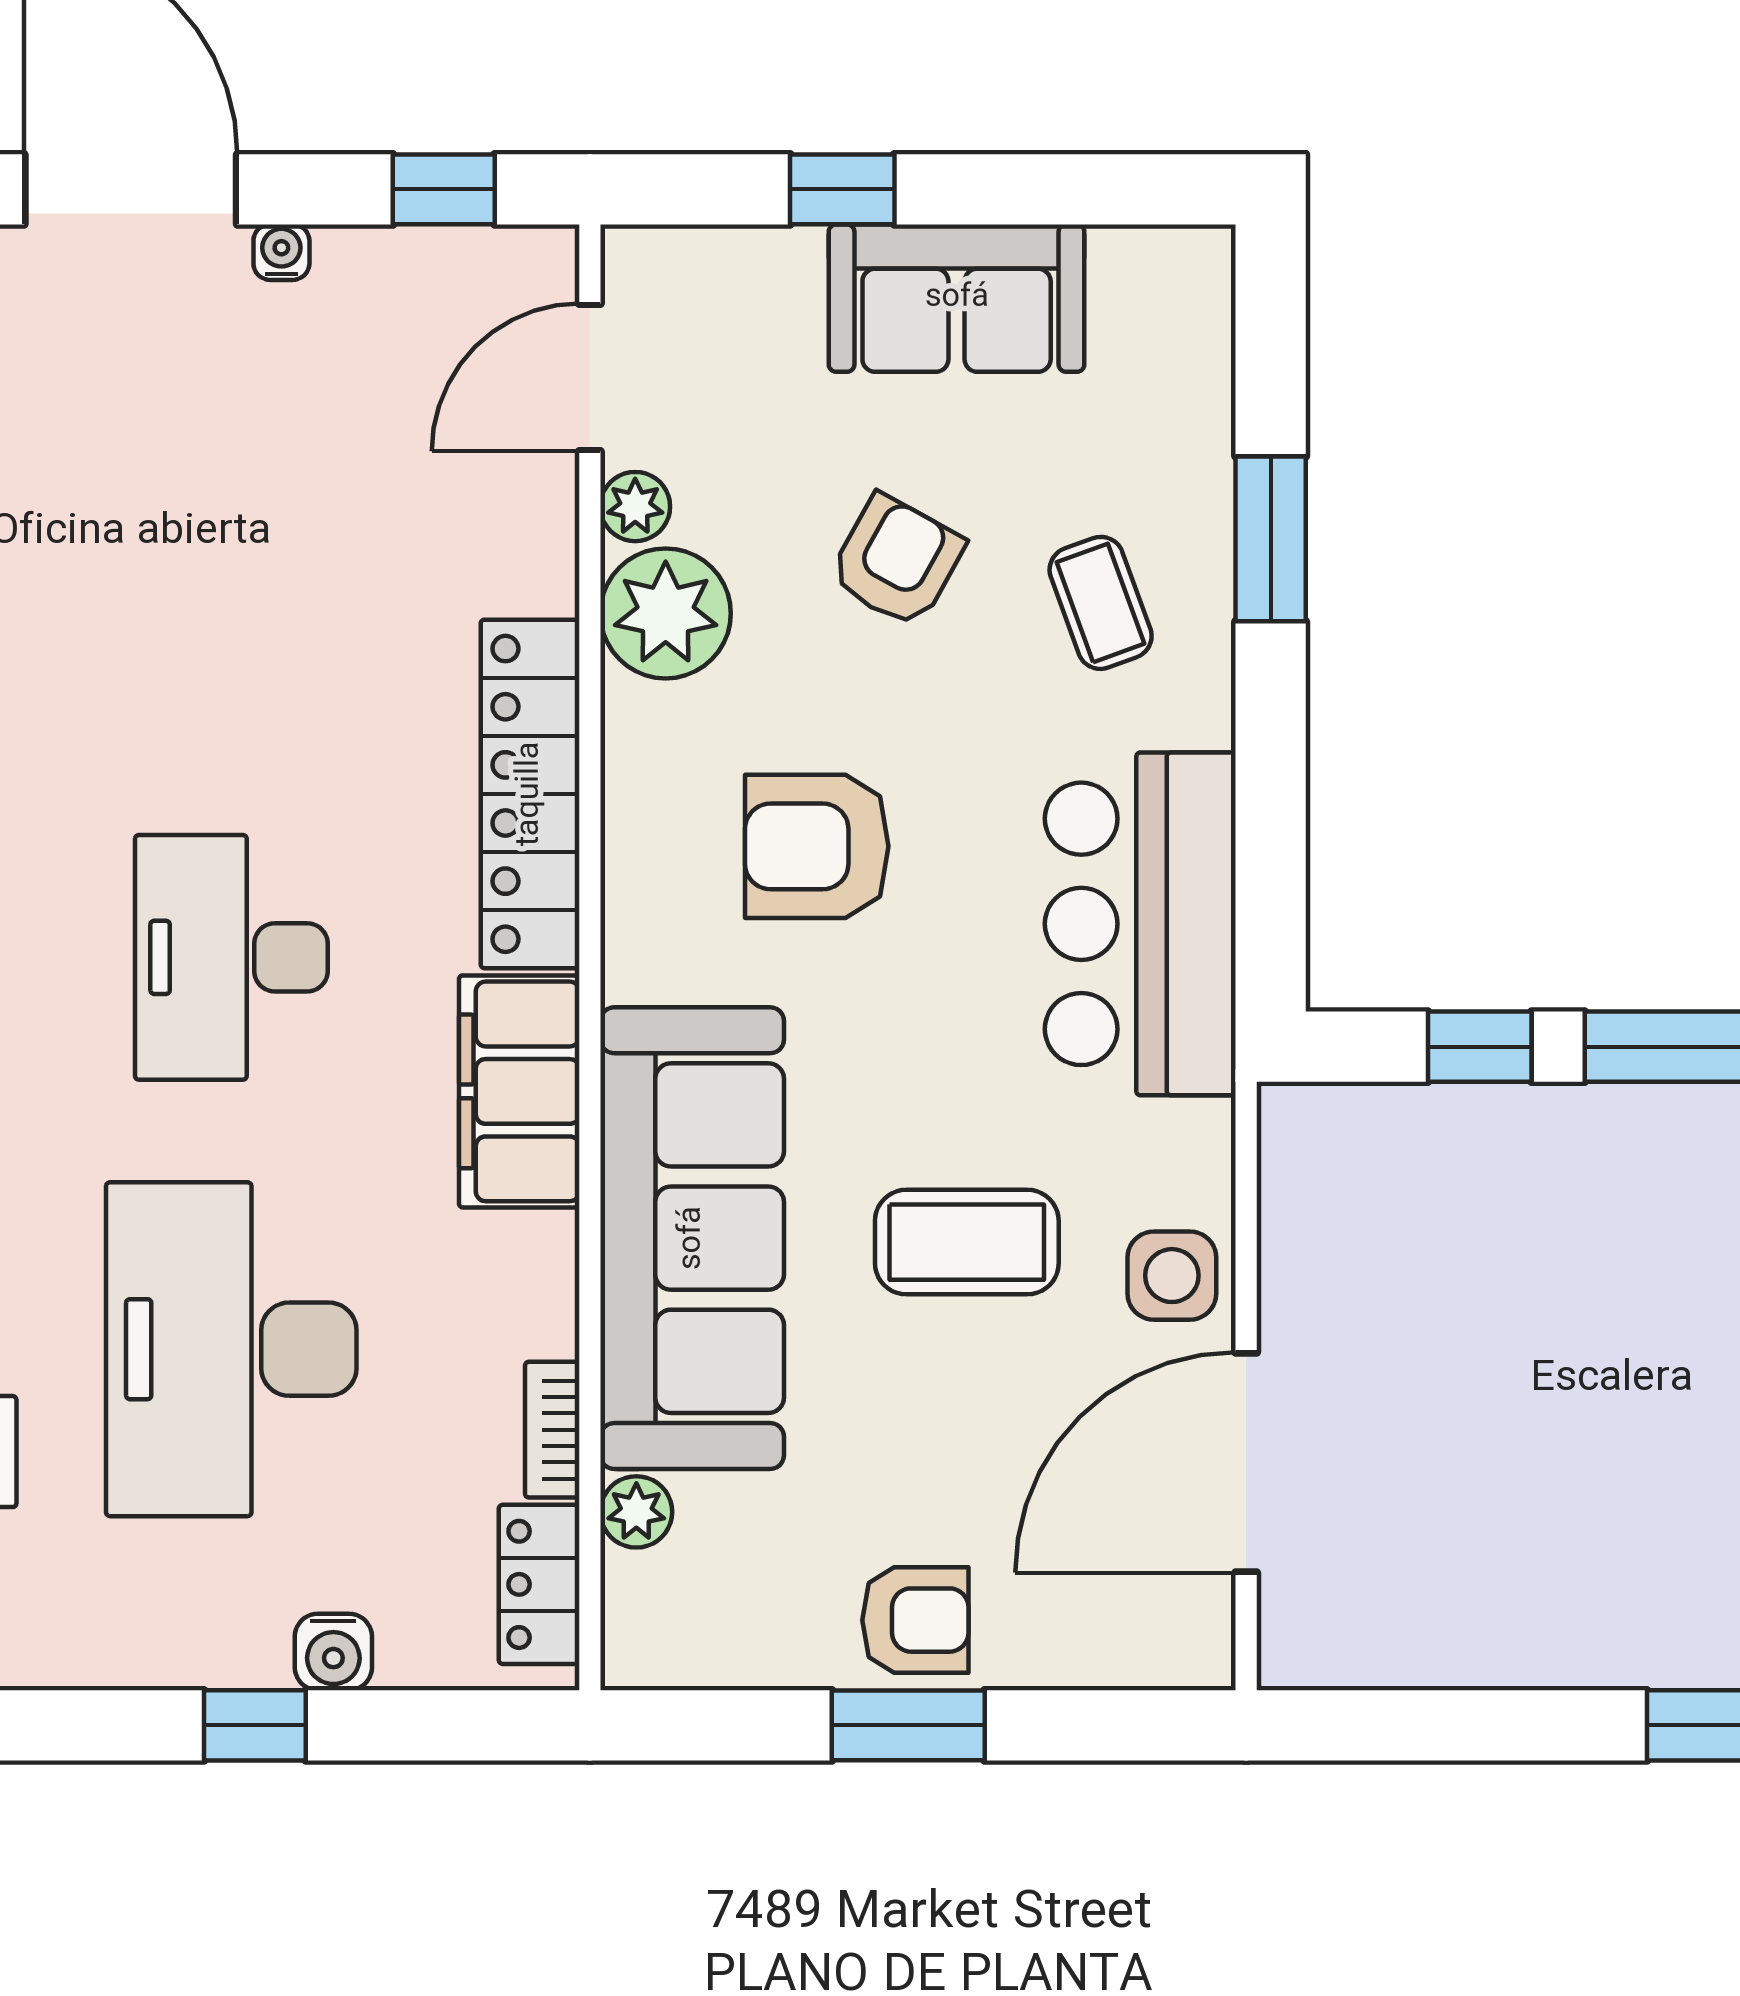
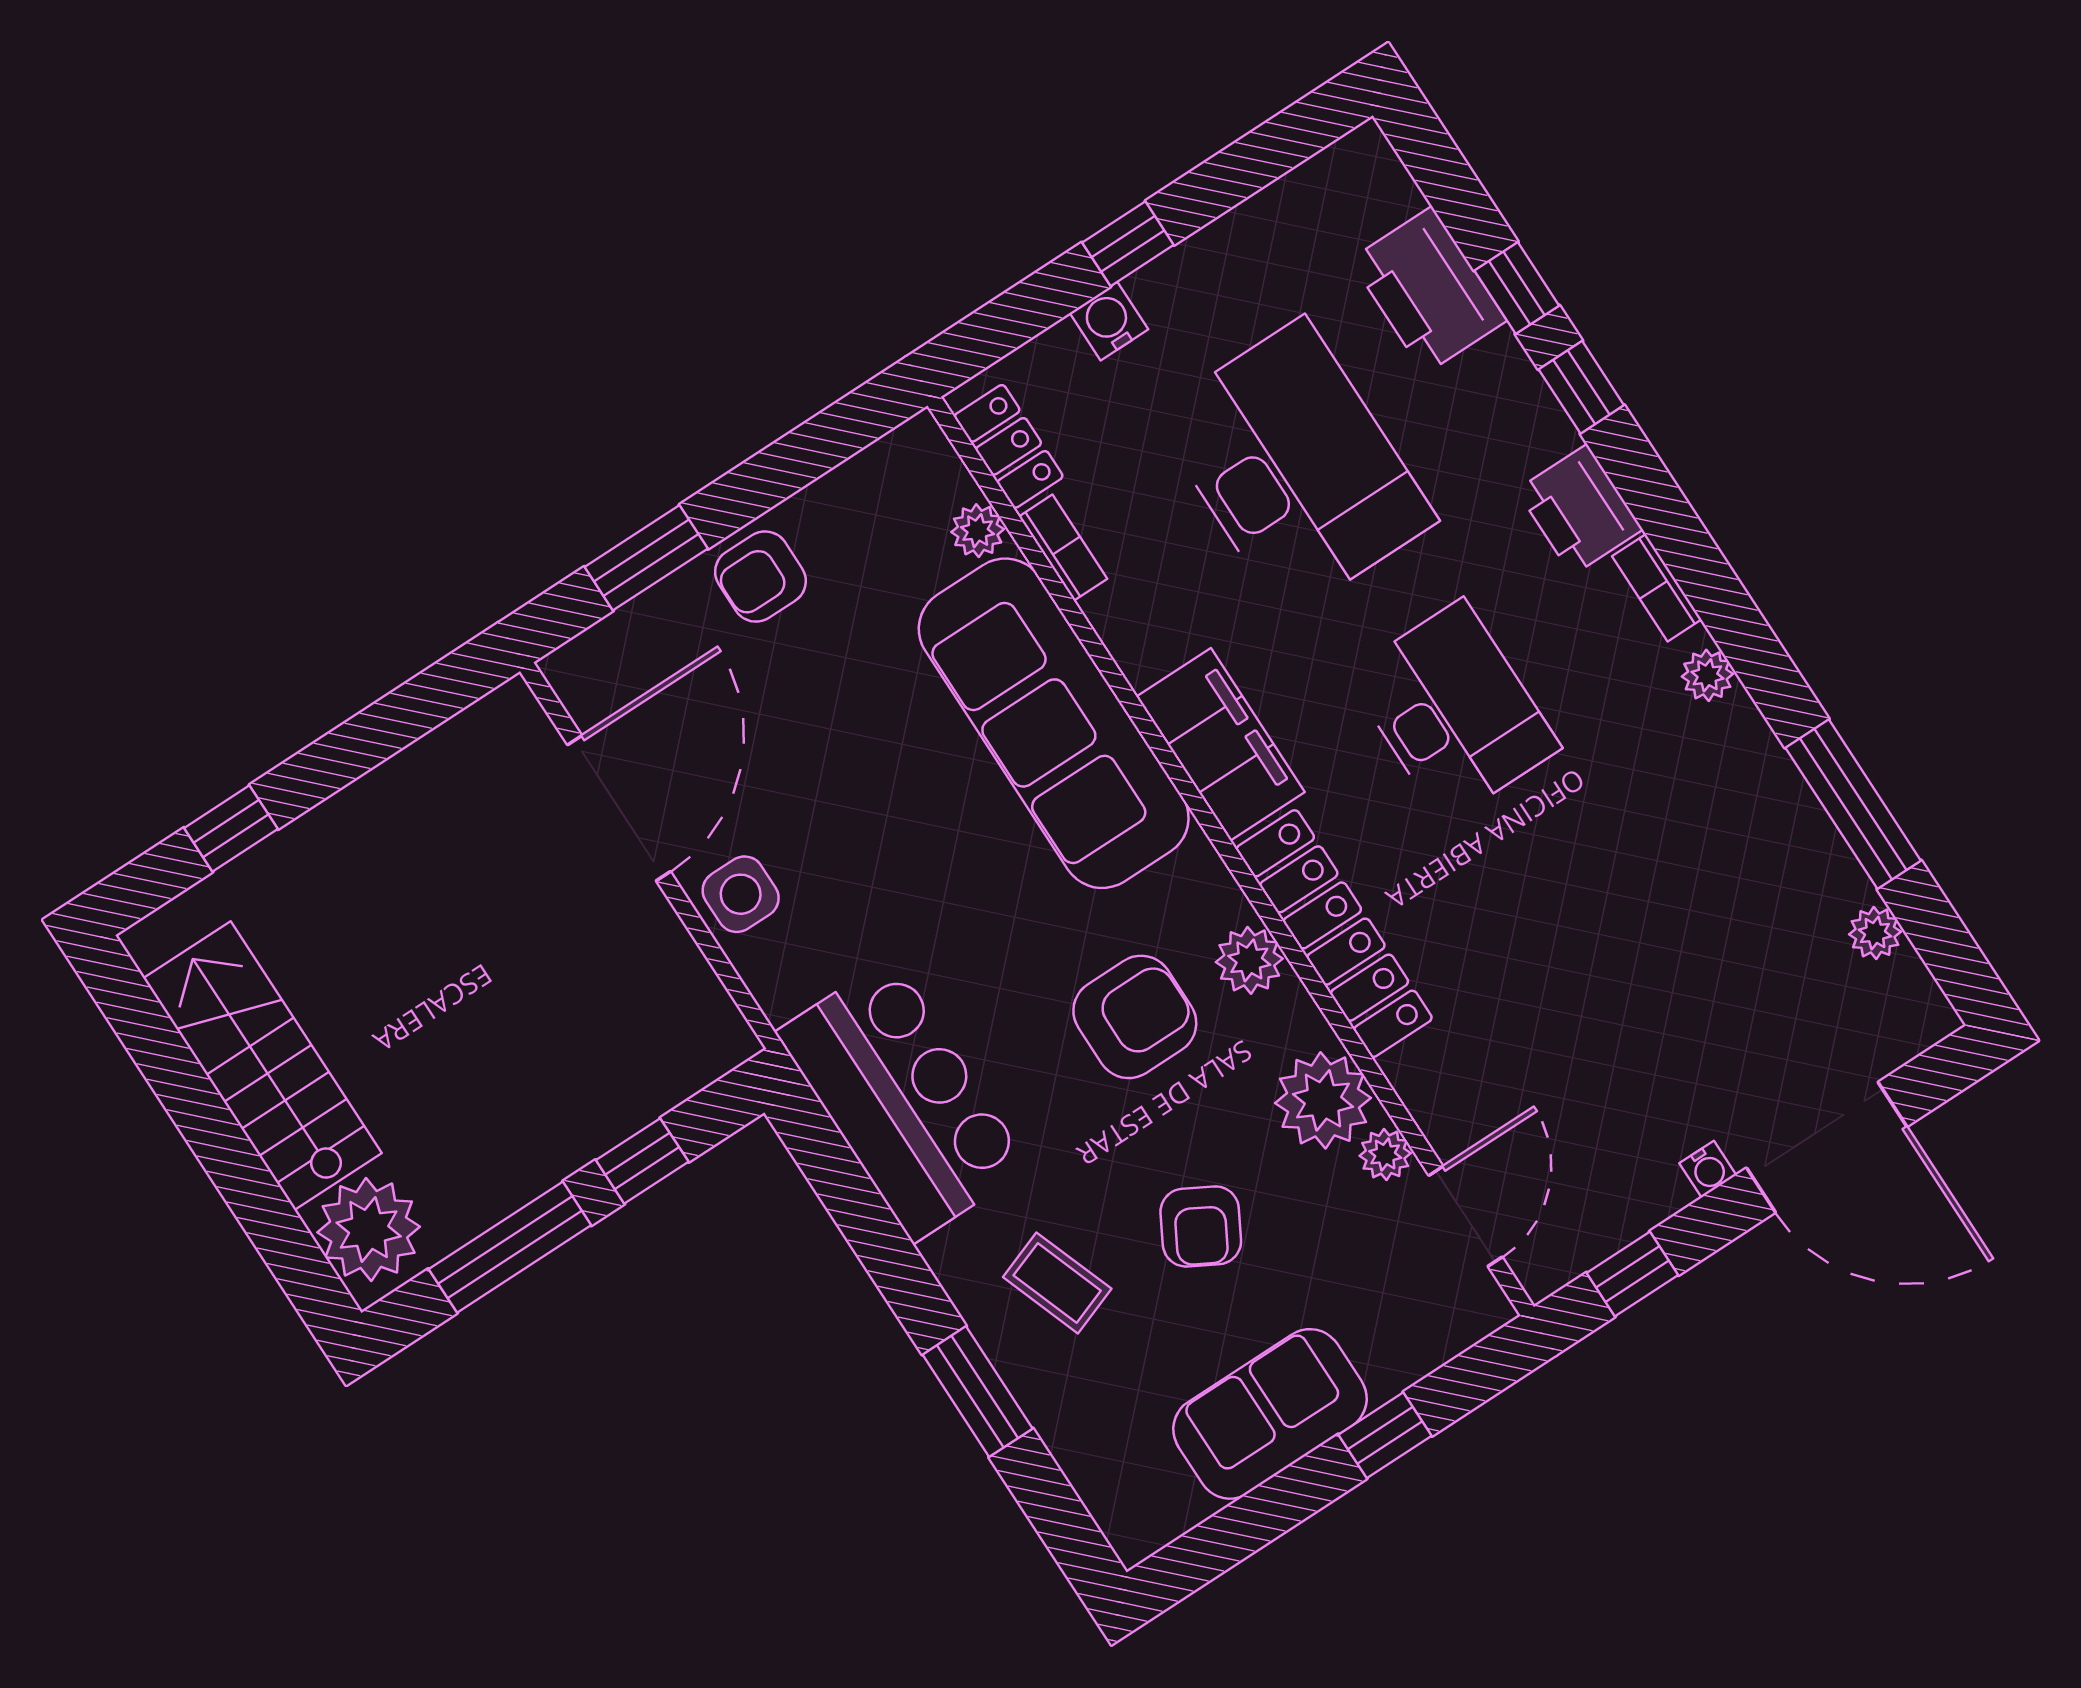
plant: (646, 826) -> (1249, 960), added
coffee table: (967, 1242) -> (882, 832), removed
window: (908, 1725) -> (646, 558), moved

